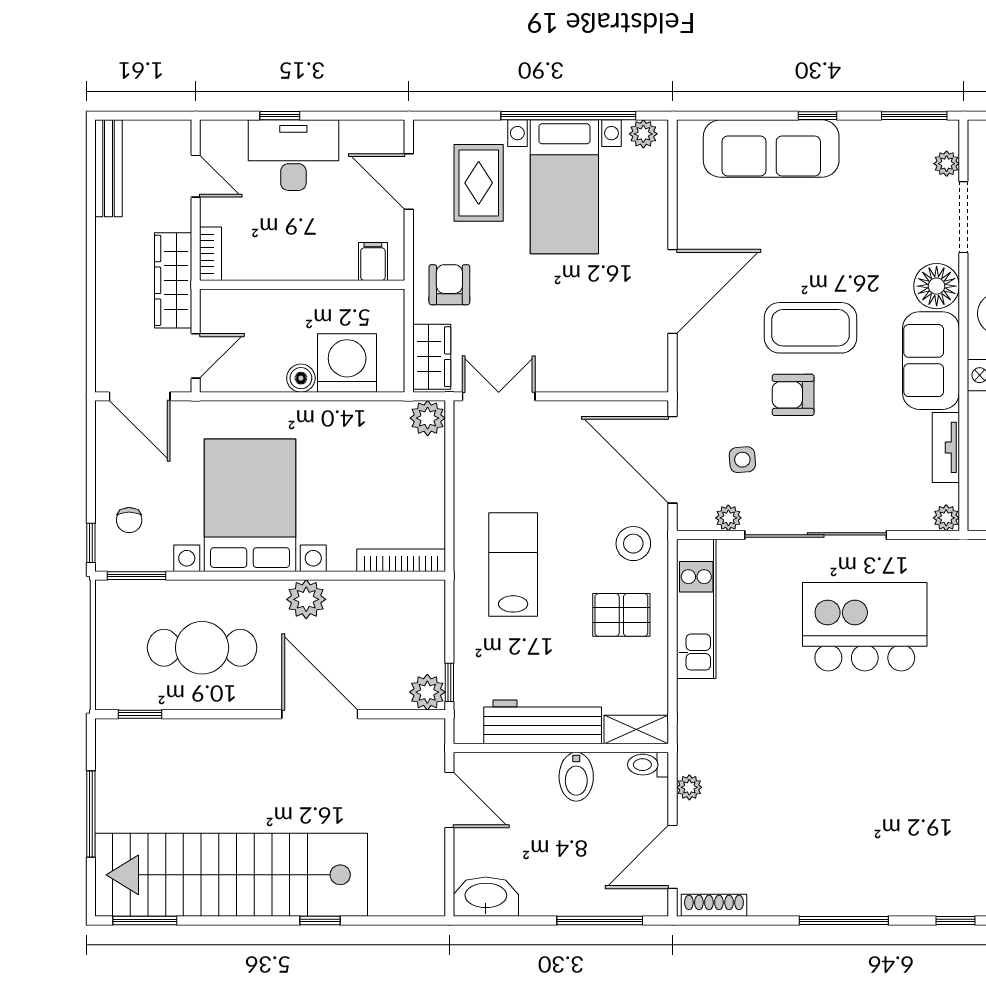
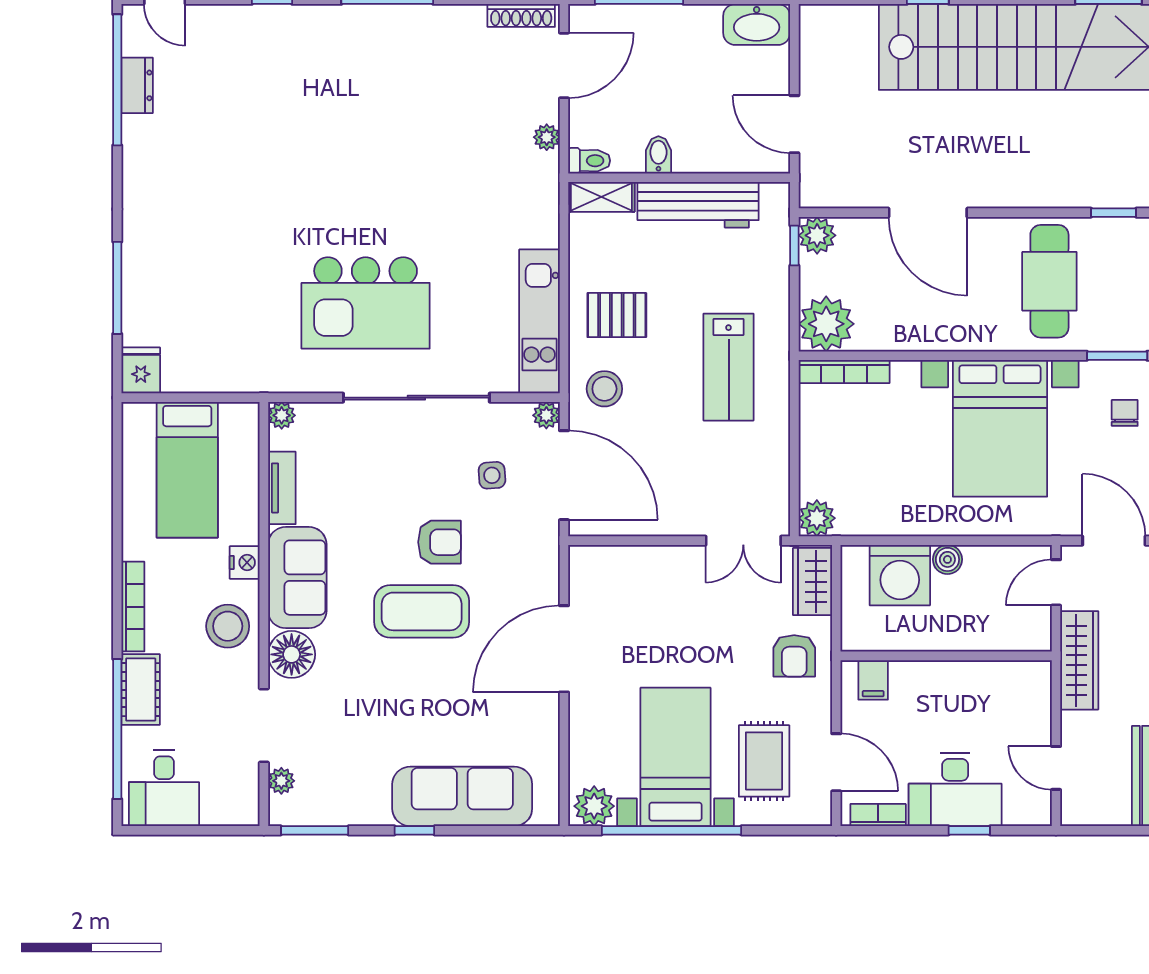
plant: (643, 134) -> (594, 806), width x1.38, depth x1.38
bookcase: (210, 254) -> (878, 815), moved, turned 90
plant: (728, 518) -> (546, 415), moved
plant: (306, 599) -> (826, 324), moved, width x1.36, depth x1.36
cafe table: (202, 648) -> (1049, 281), turned 90
bidet: (576, 777) -> (658, 155), width x0.72, depth x0.74

